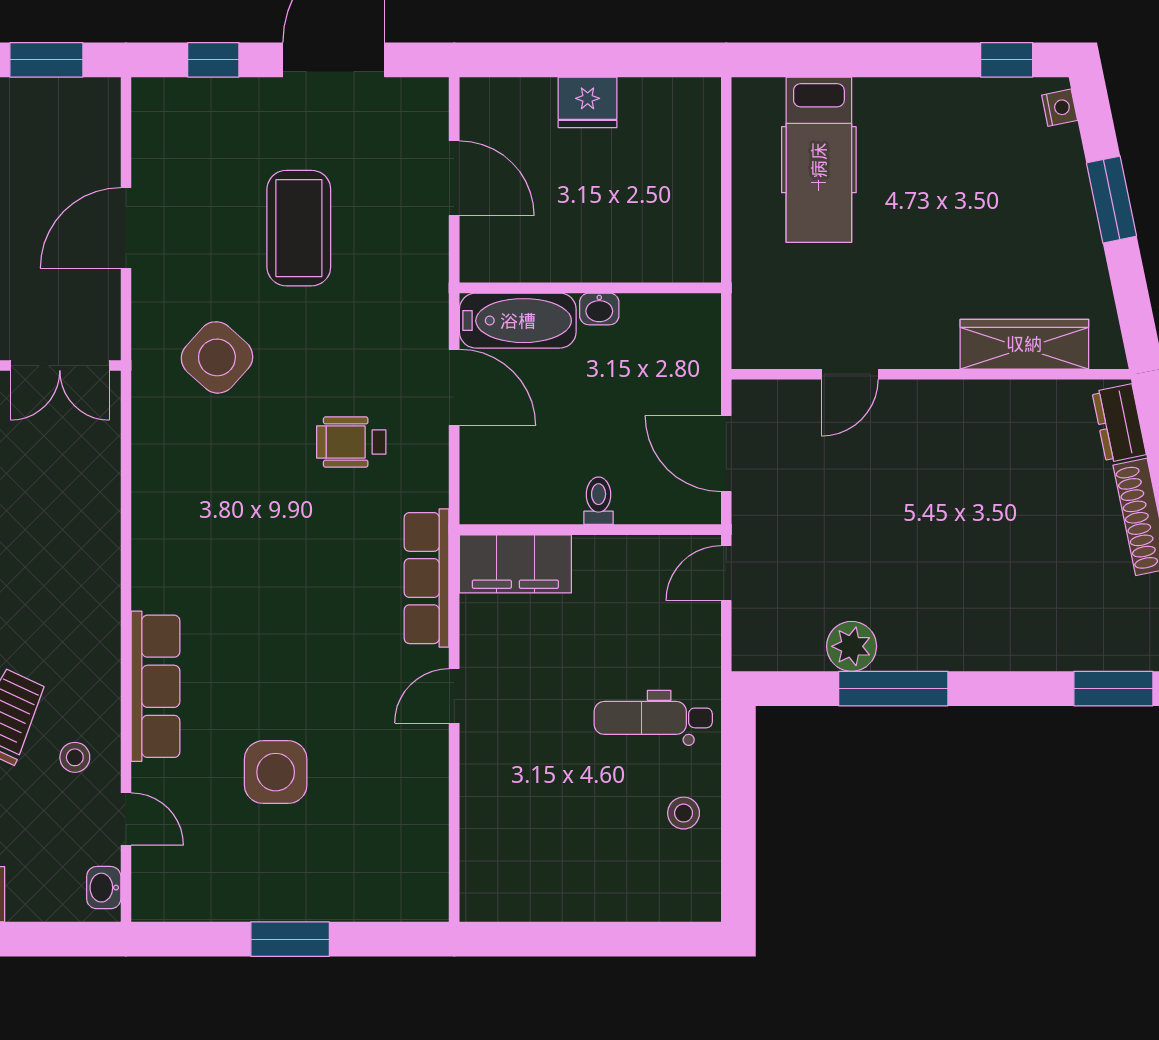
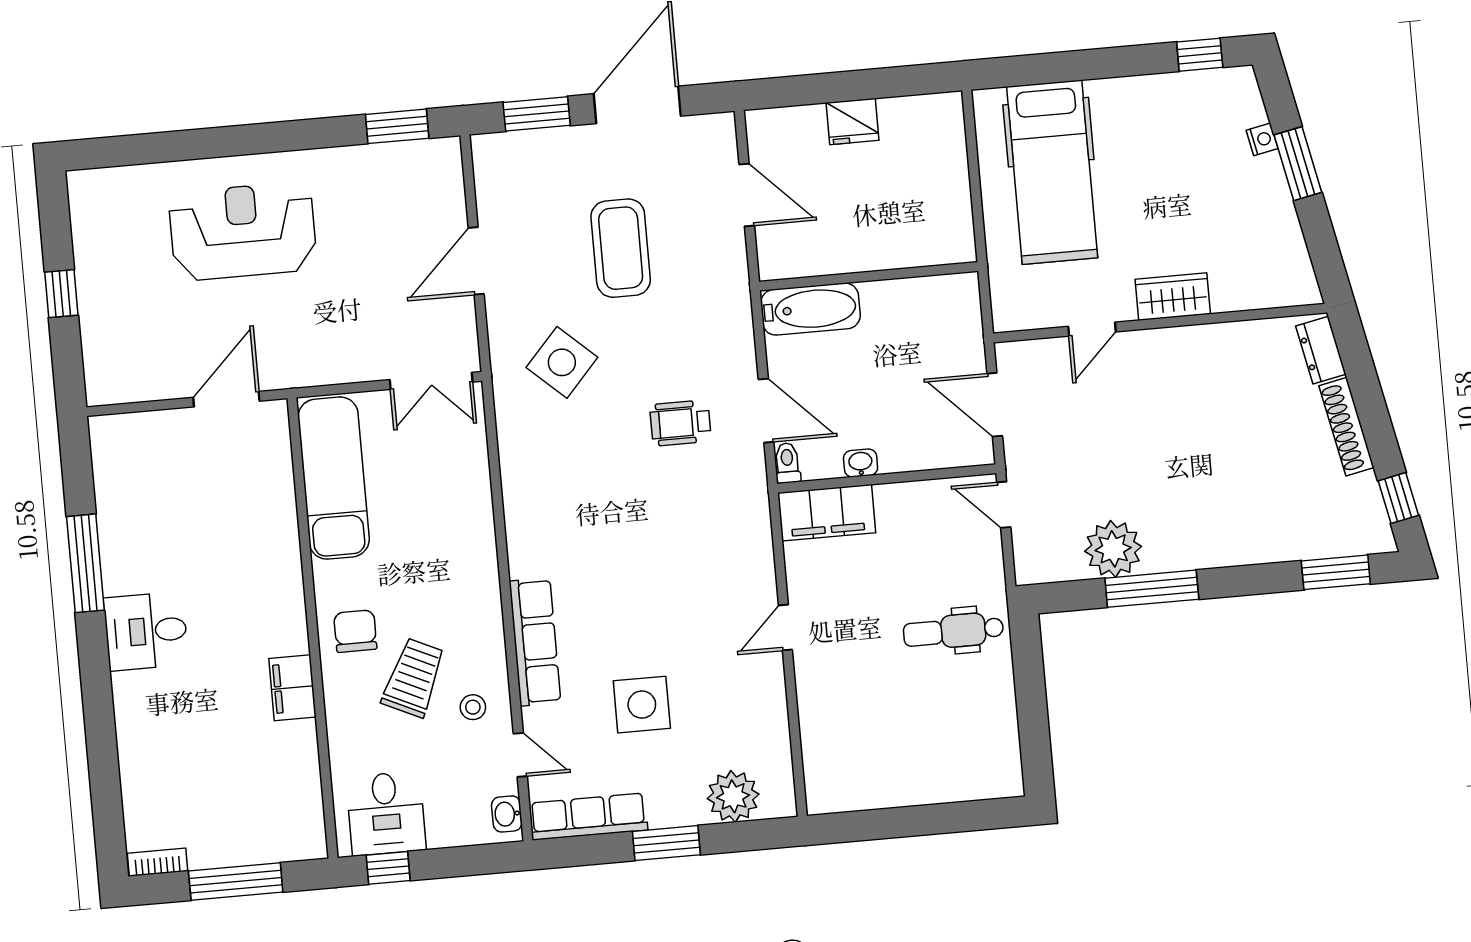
window: (213, 60) -> (537, 114), width x1.50
nightstand: (1060, 108) -> (1262, 139), moved
hospital bed: (819, 160) -> (1052, 172), width x1.37, depth x1.29
washbasin: (599, 309) -> (861, 463), moved, turned 180
wardrobe: (1024, 344) -> (1173, 297), moved, width x0.67
door: (454, 387) -> (766, 411), moved
toilet: (599, 501) -> (787, 463), moved
door: (726, 573) -> (1004, 505), hinge flipped
row of seats: (427, 578) -> (588, 817), moved, turned 90
plant: (852, 646) -> (1113, 549), width x1.36, depth x1.36
stool: (684, 813) -> (986, 708), removed
plant: (374, 891) -> (733, 796), added

